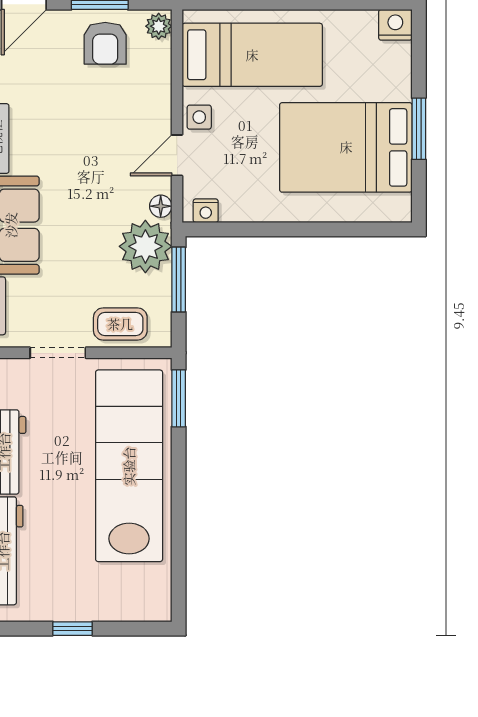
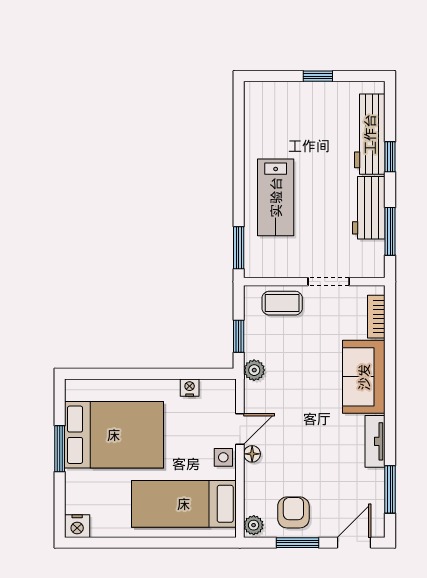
floor lamp: (161, 206) -> (252, 454), moved
nightstand: (206, 211) -> (190, 388), moved
plant: (145, 246) -> (254, 370), width x0.53, depth x0.53
window: (179, 280) -> (239, 336), width x0.67
lab bench: (129, 466) -> (276, 197), width x0.54, depth x0.72

